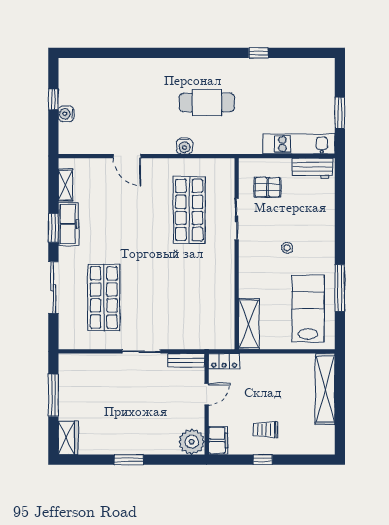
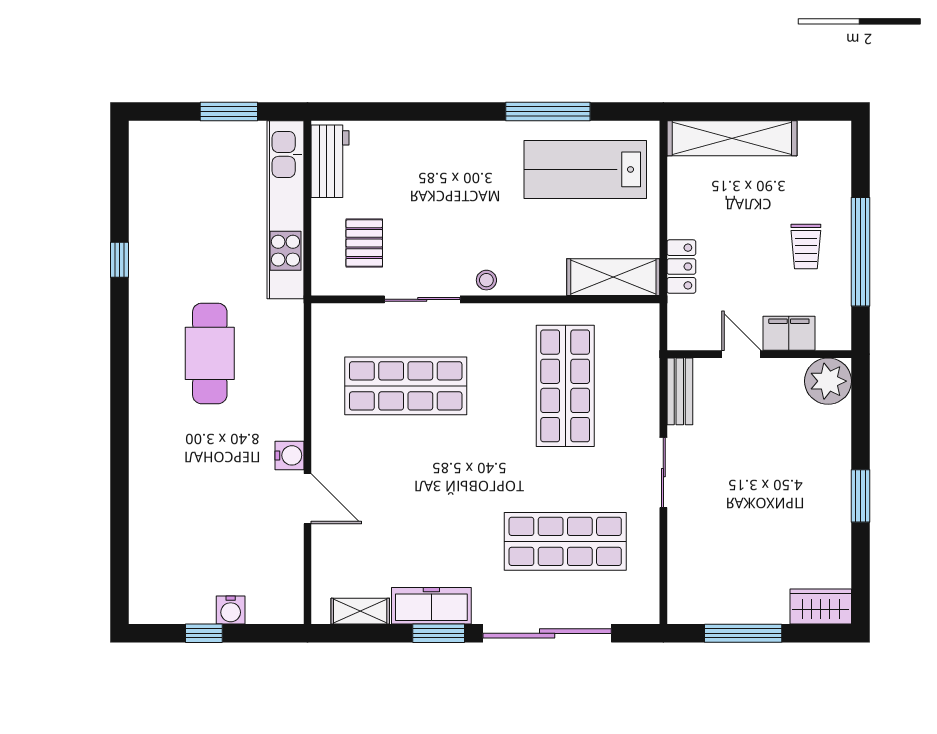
kitchen unit: (299, 144) -> (285, 210), width x1.36
water cooler: (184, 146) -> (289, 455), moved
door: (127, 156) -> (308, 499), hinge flipped
stool: (287, 248) -> (486, 280), moved
sliding door: (53, 288) -> (547, 633), width x1.36
shop shelf: (189, 297) -> (565, 386), added
locker: (224, 361) -> (681, 267), moved
filing cabinet: (218, 440) -> (789, 333), moved
window: (263, 460) -> (860, 252), width x3.17

